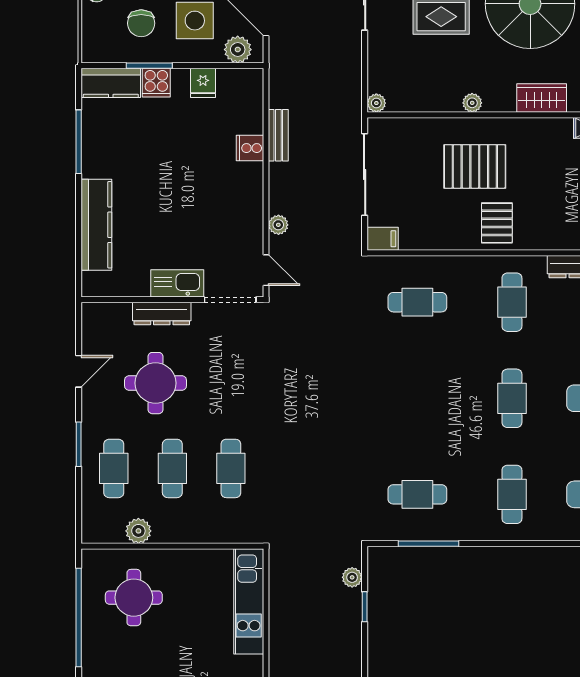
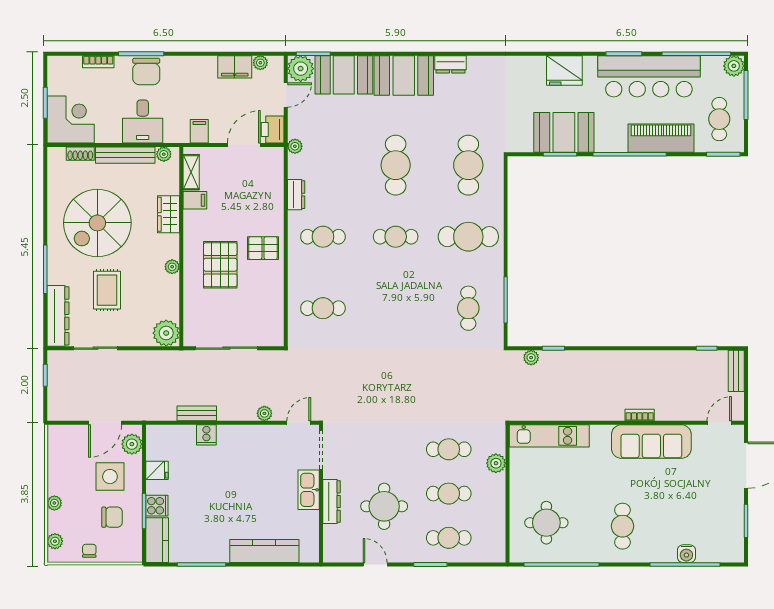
plant: (376, 103) -> (166, 333), width x1.88, depth x1.88
filing cabinet: (383, 239) -> (195, 200), moved, turned 90
cafe table: (417, 302) -> (323, 308), turned 90
cafe table: (512, 494) -> (468, 237), width x1.37, depth x1.35
plant: (138, 531) -> (496, 463), moved

